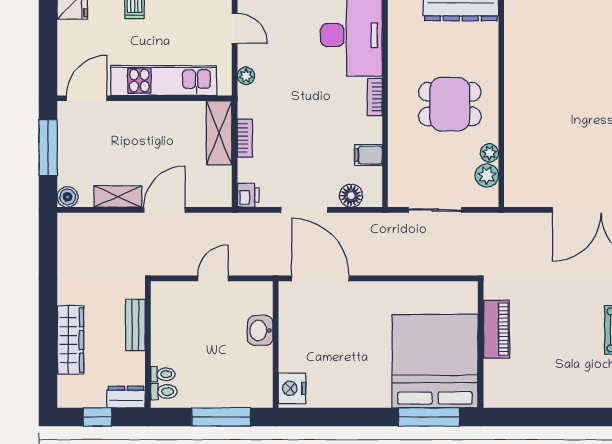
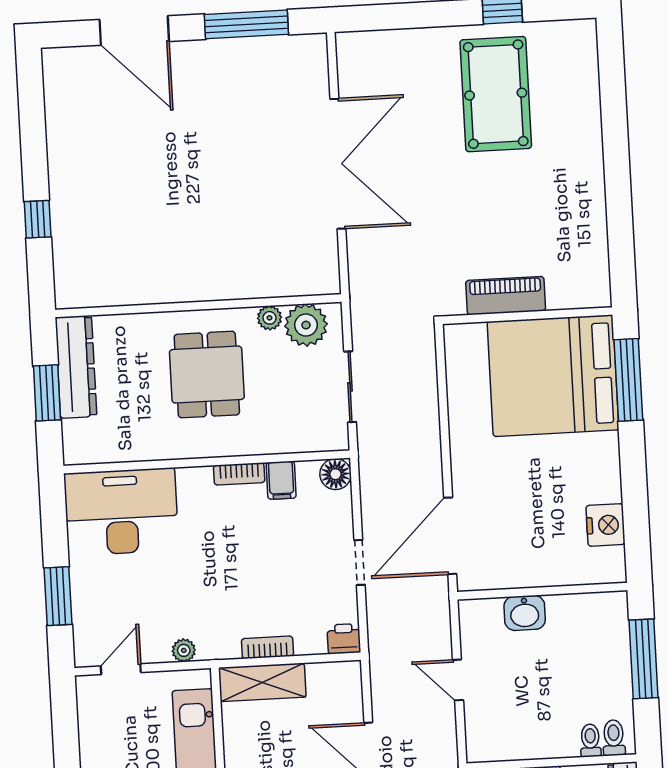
bookcase: (375, 97) -> (239, 474), moved
plant: (487, 176) -> (306, 325), width x1.36, depth x1.36
floor lamp: (351, 196) -> (336, 474), moved
doorway: (304, 210) -> (360, 562), width x0.73
nightstand: (292, 388) -> (606, 525), moved, turned -90

